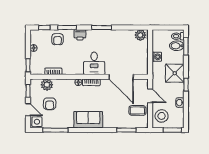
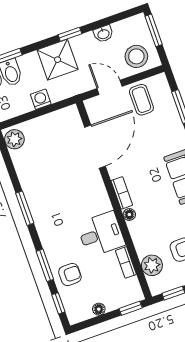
printer: (80, 35) -> (50, 240), removed
desk: (94, 63) -> (101, 234), moved
door: (150, 96) -> (110, 87), hinge flipped

